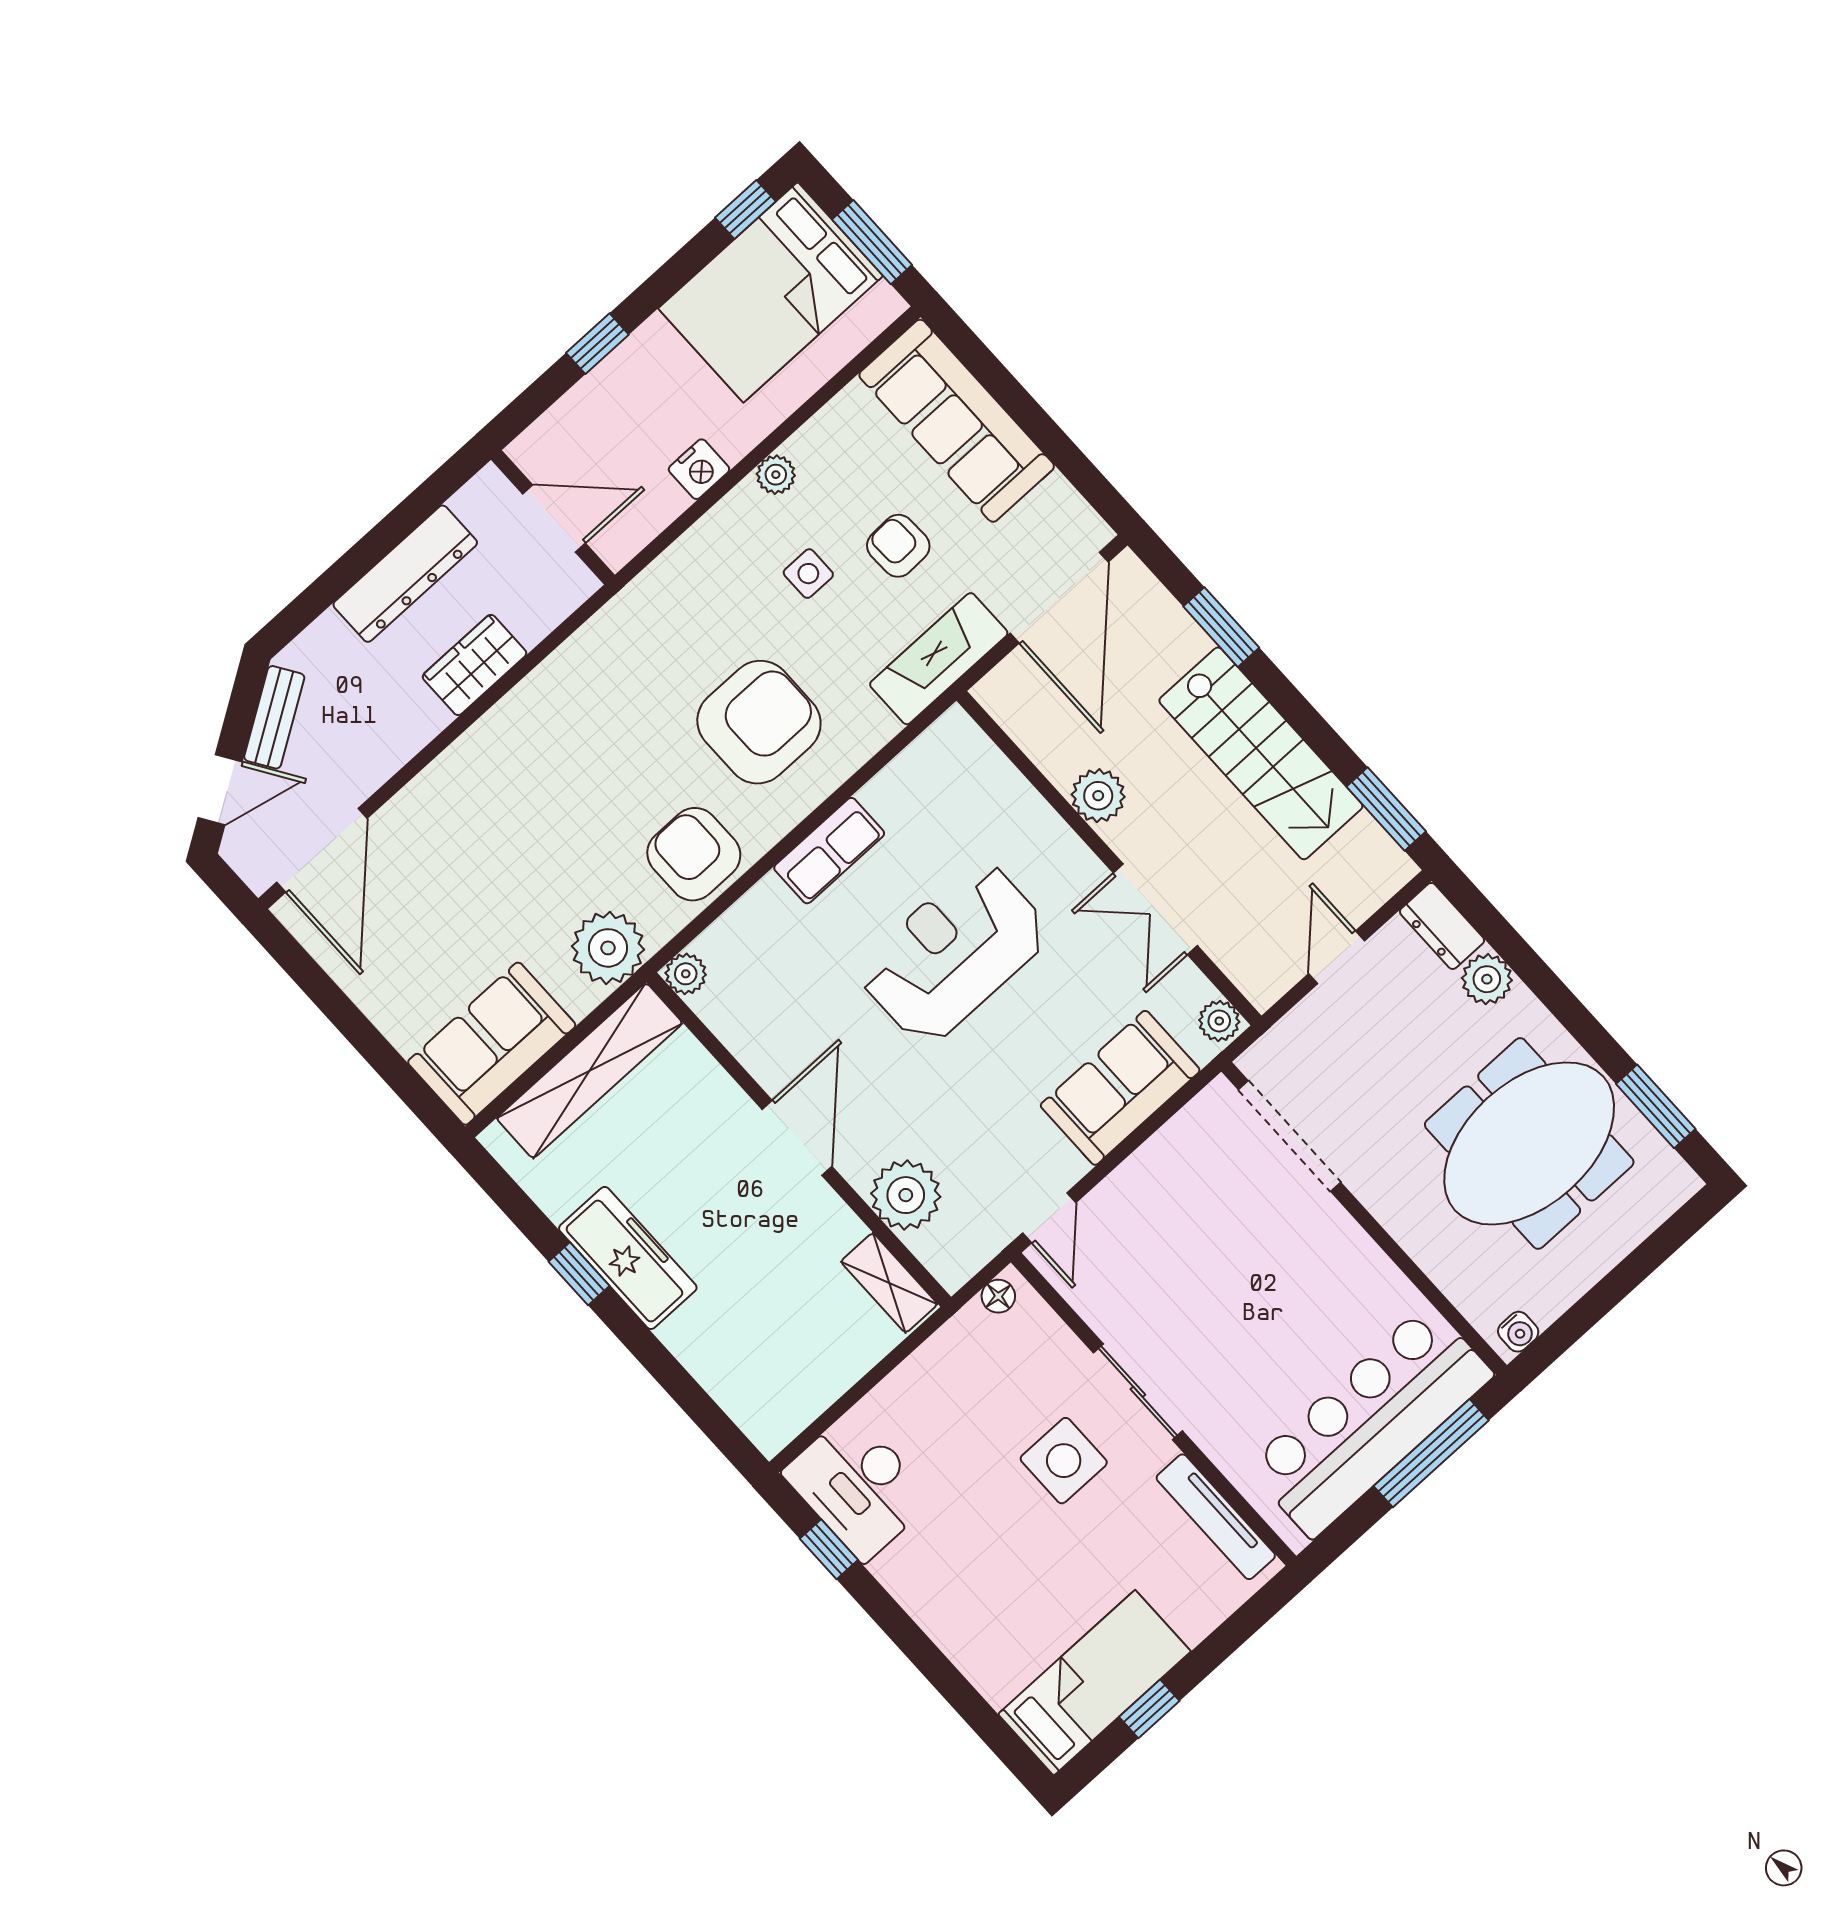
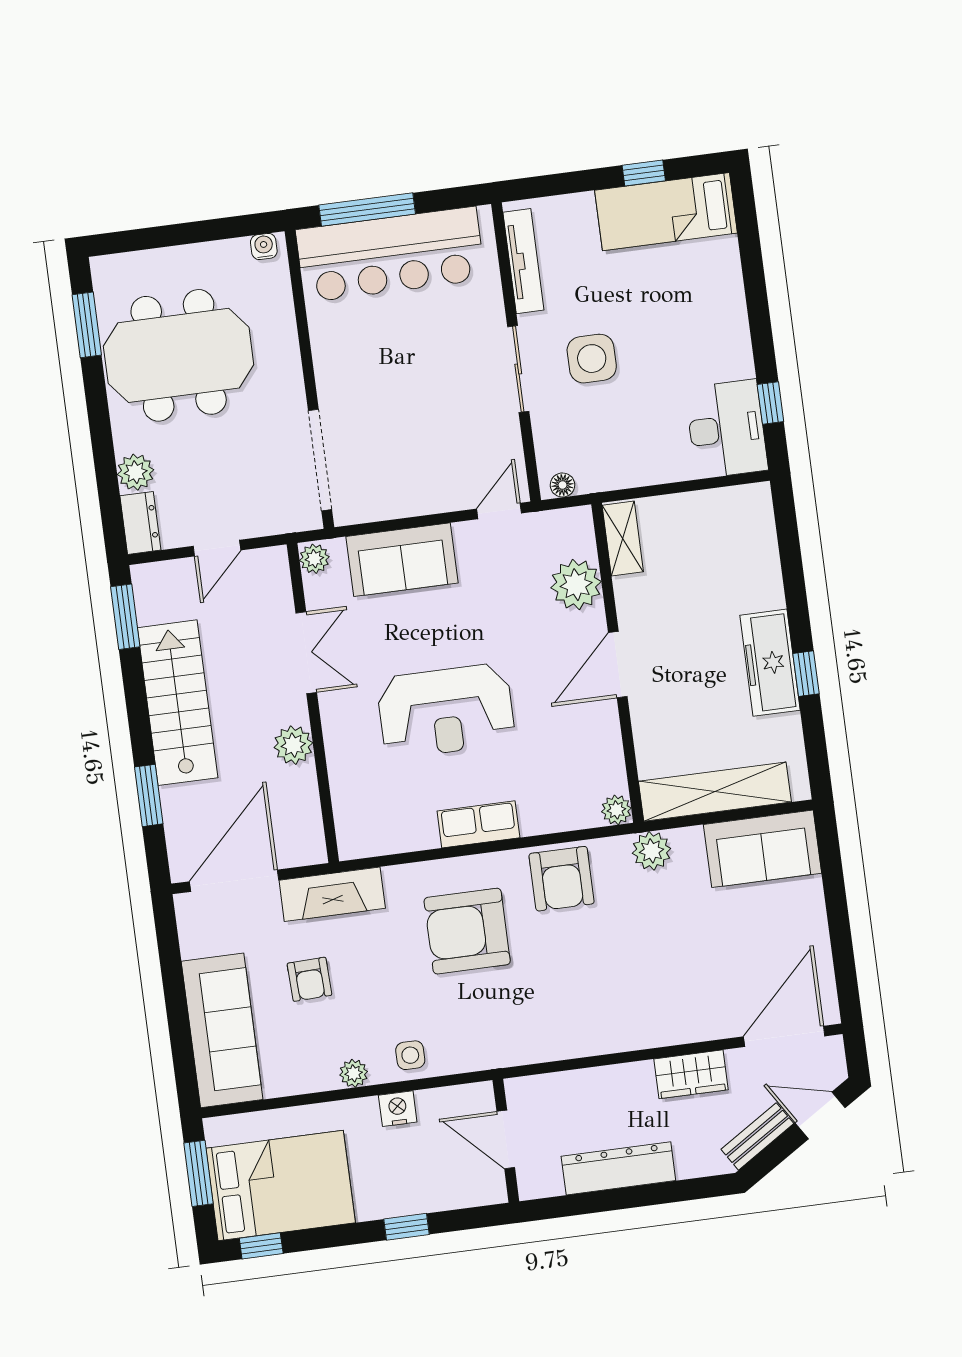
side table: (808, 574) -> (410, 1055), moved
wardrobe: (474, 665) -> (691, 1074), moved
plant: (608, 948) -> (652, 851), width x0.73, depth x0.73

